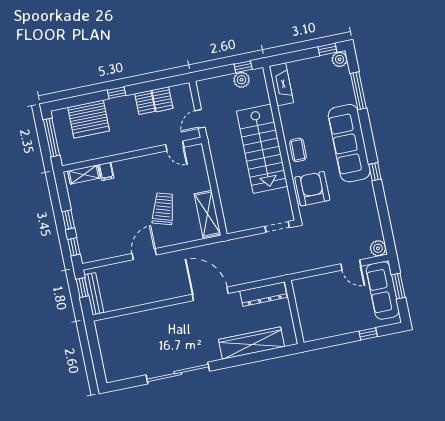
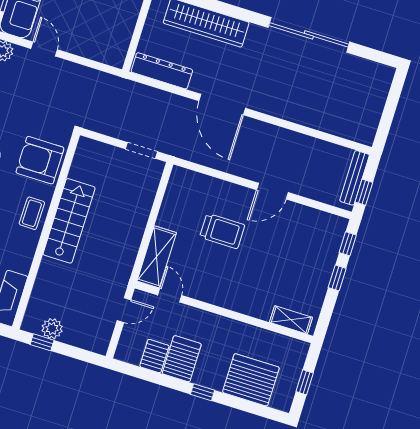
server rack: (145, 102) -> (182, 359), width x1.36, depth x1.44
window: (51, 138) -> (305, 382), width x0.46
stairs: (262, 149) -> (69, 221), width x0.73, depth x0.66
filing cabinet: (106, 171) -> (264, 309), removed
armchair: (312, 189) -> (40, 160), turned 90
trolley: (163, 209) -> (222, 231), turned -107
shelving: (207, 214) -> (157, 257), moved
doorway: (277, 227) -> (141, 150), moved

